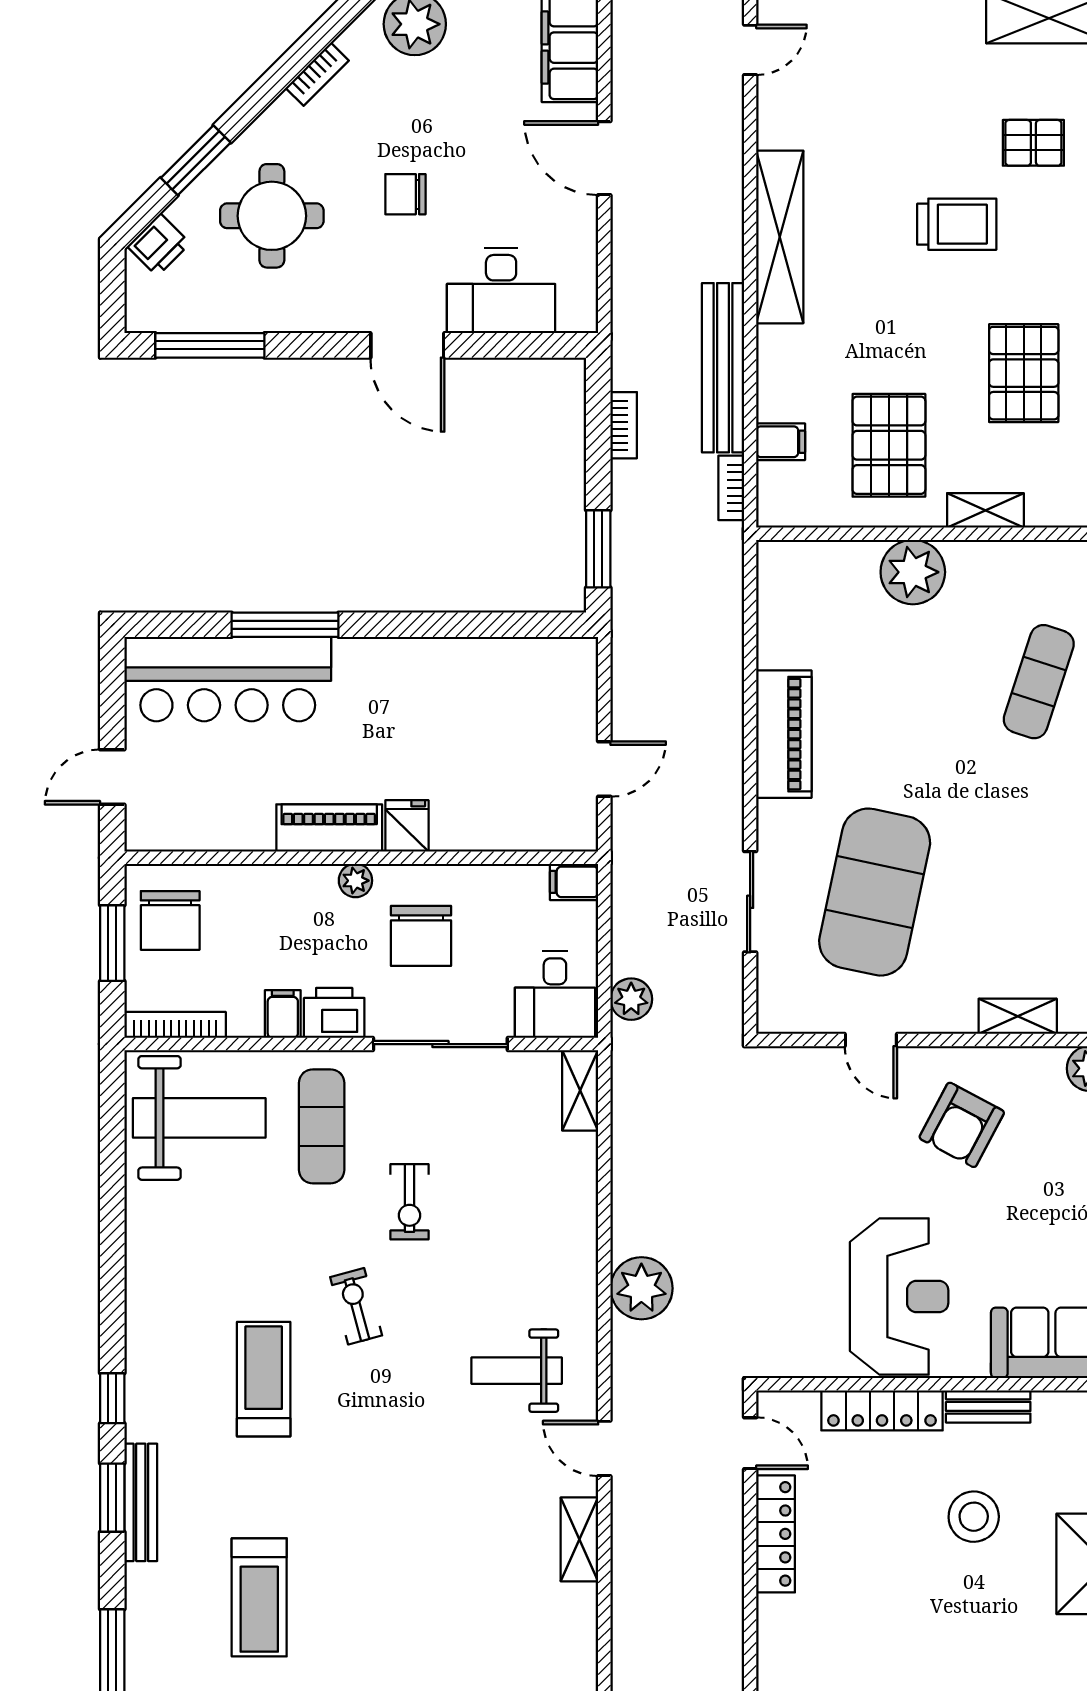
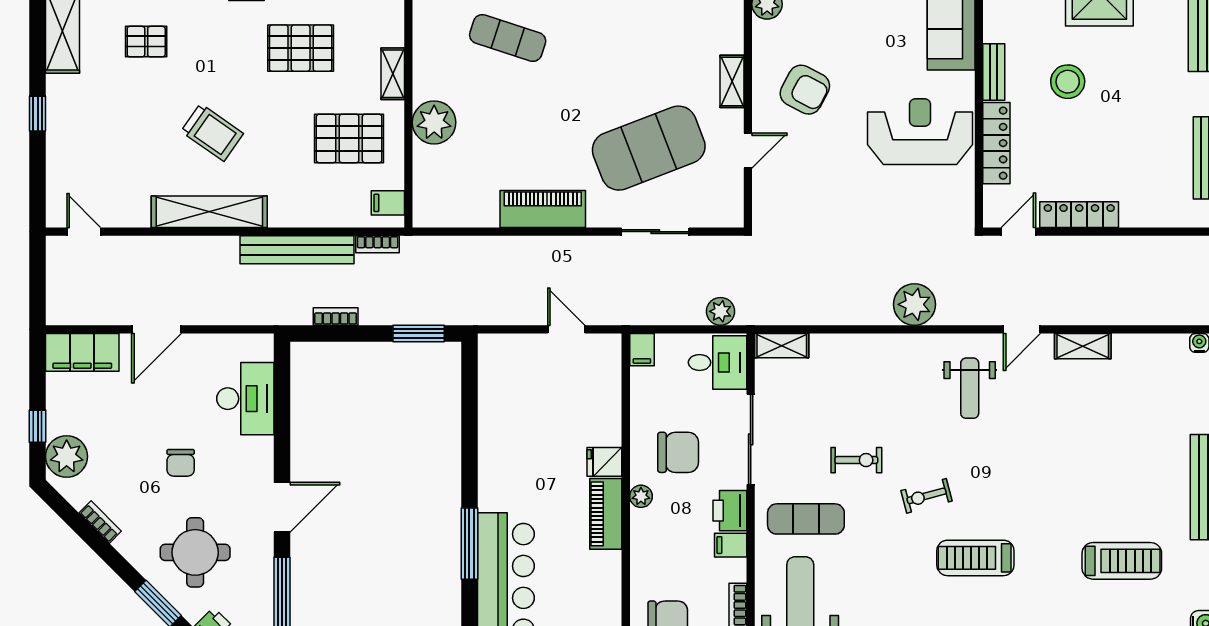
pallet: (1033, 143) -> (146, 42), turned 90
trolley: (957, 224) -> (212, 132), moved, turned 125
door: (407, 345) -> (282, 507), moved
filing cabinet: (781, 442) -> (388, 203), moved, turned -90
exercise mat: (875, 892) -> (649, 148), turned -33
shelving: (1018, 1016) -> (732, 81), moved

